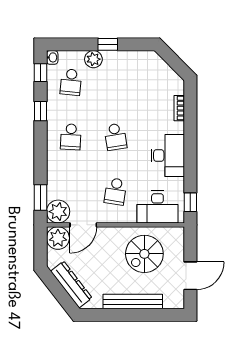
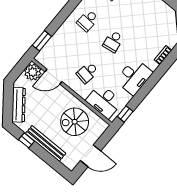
plant: (58, 212) -> (45, 57), removed
window: (110, 315) -> (26, 140), added

